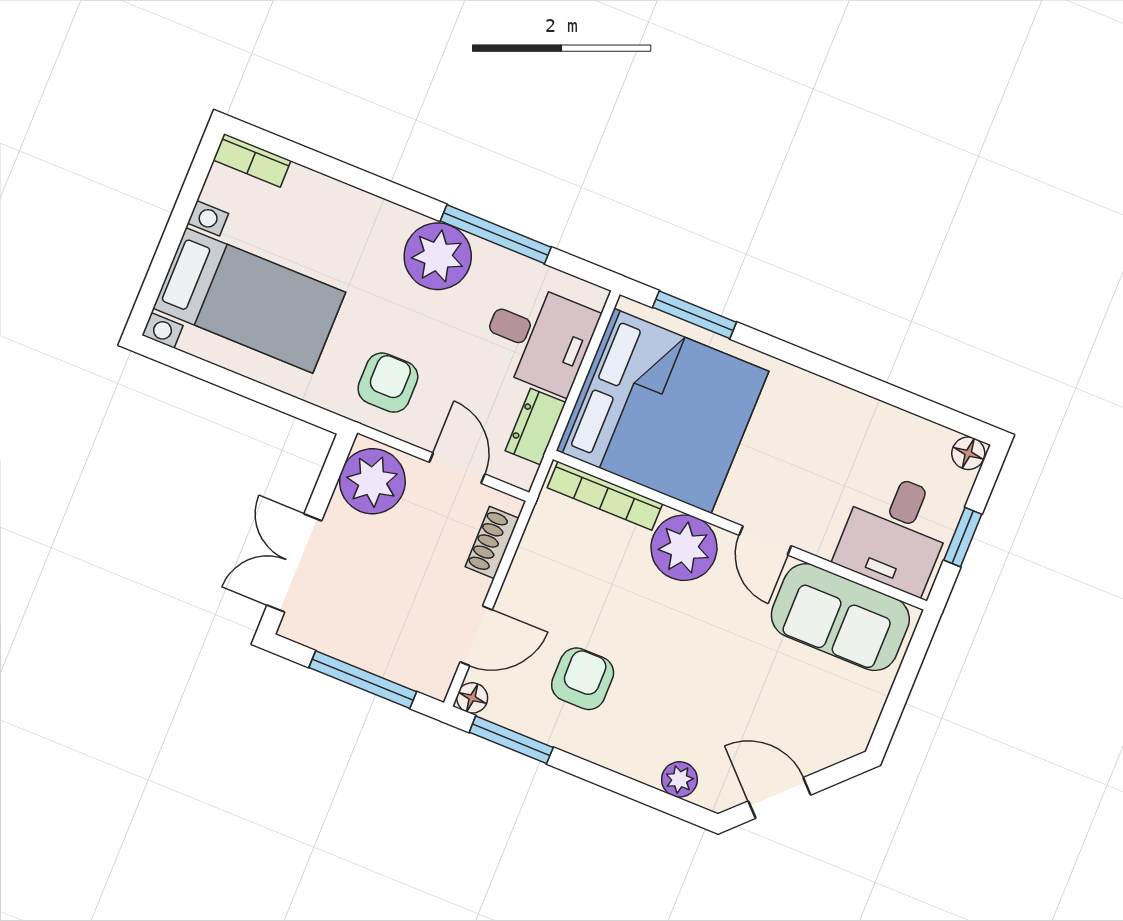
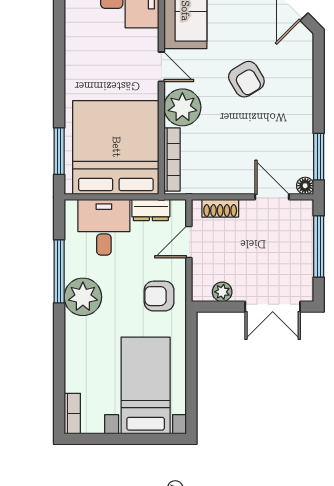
plant: (372, 481) -> (222, 292), width x0.53, depth x0.53
door: (765, 540) -> (161, 67), hinge flipped
armchair: (583, 679) -> (246, 79), moved, turned -121
plant: (679, 779) -> (304, 61), removed

